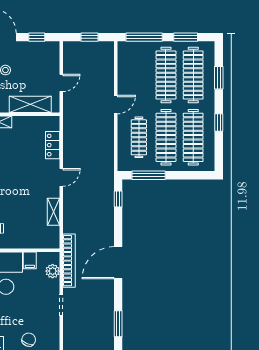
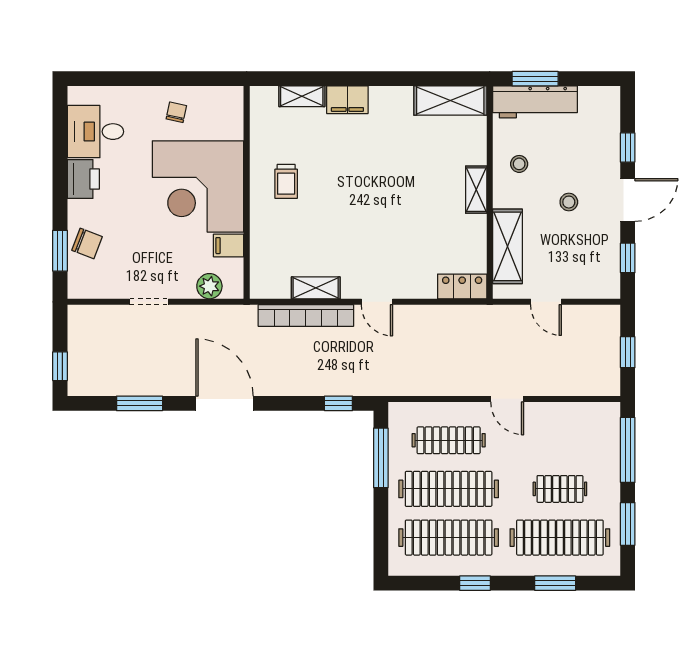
clothes rail: (166, 75) -> (560, 489), width x0.54, depth x0.76
locker: (53, 145) -> (462, 286), moved
bookcase: (69, 261) -> (306, 316), moved
window: (118, 324) -> (140, 403), moved

